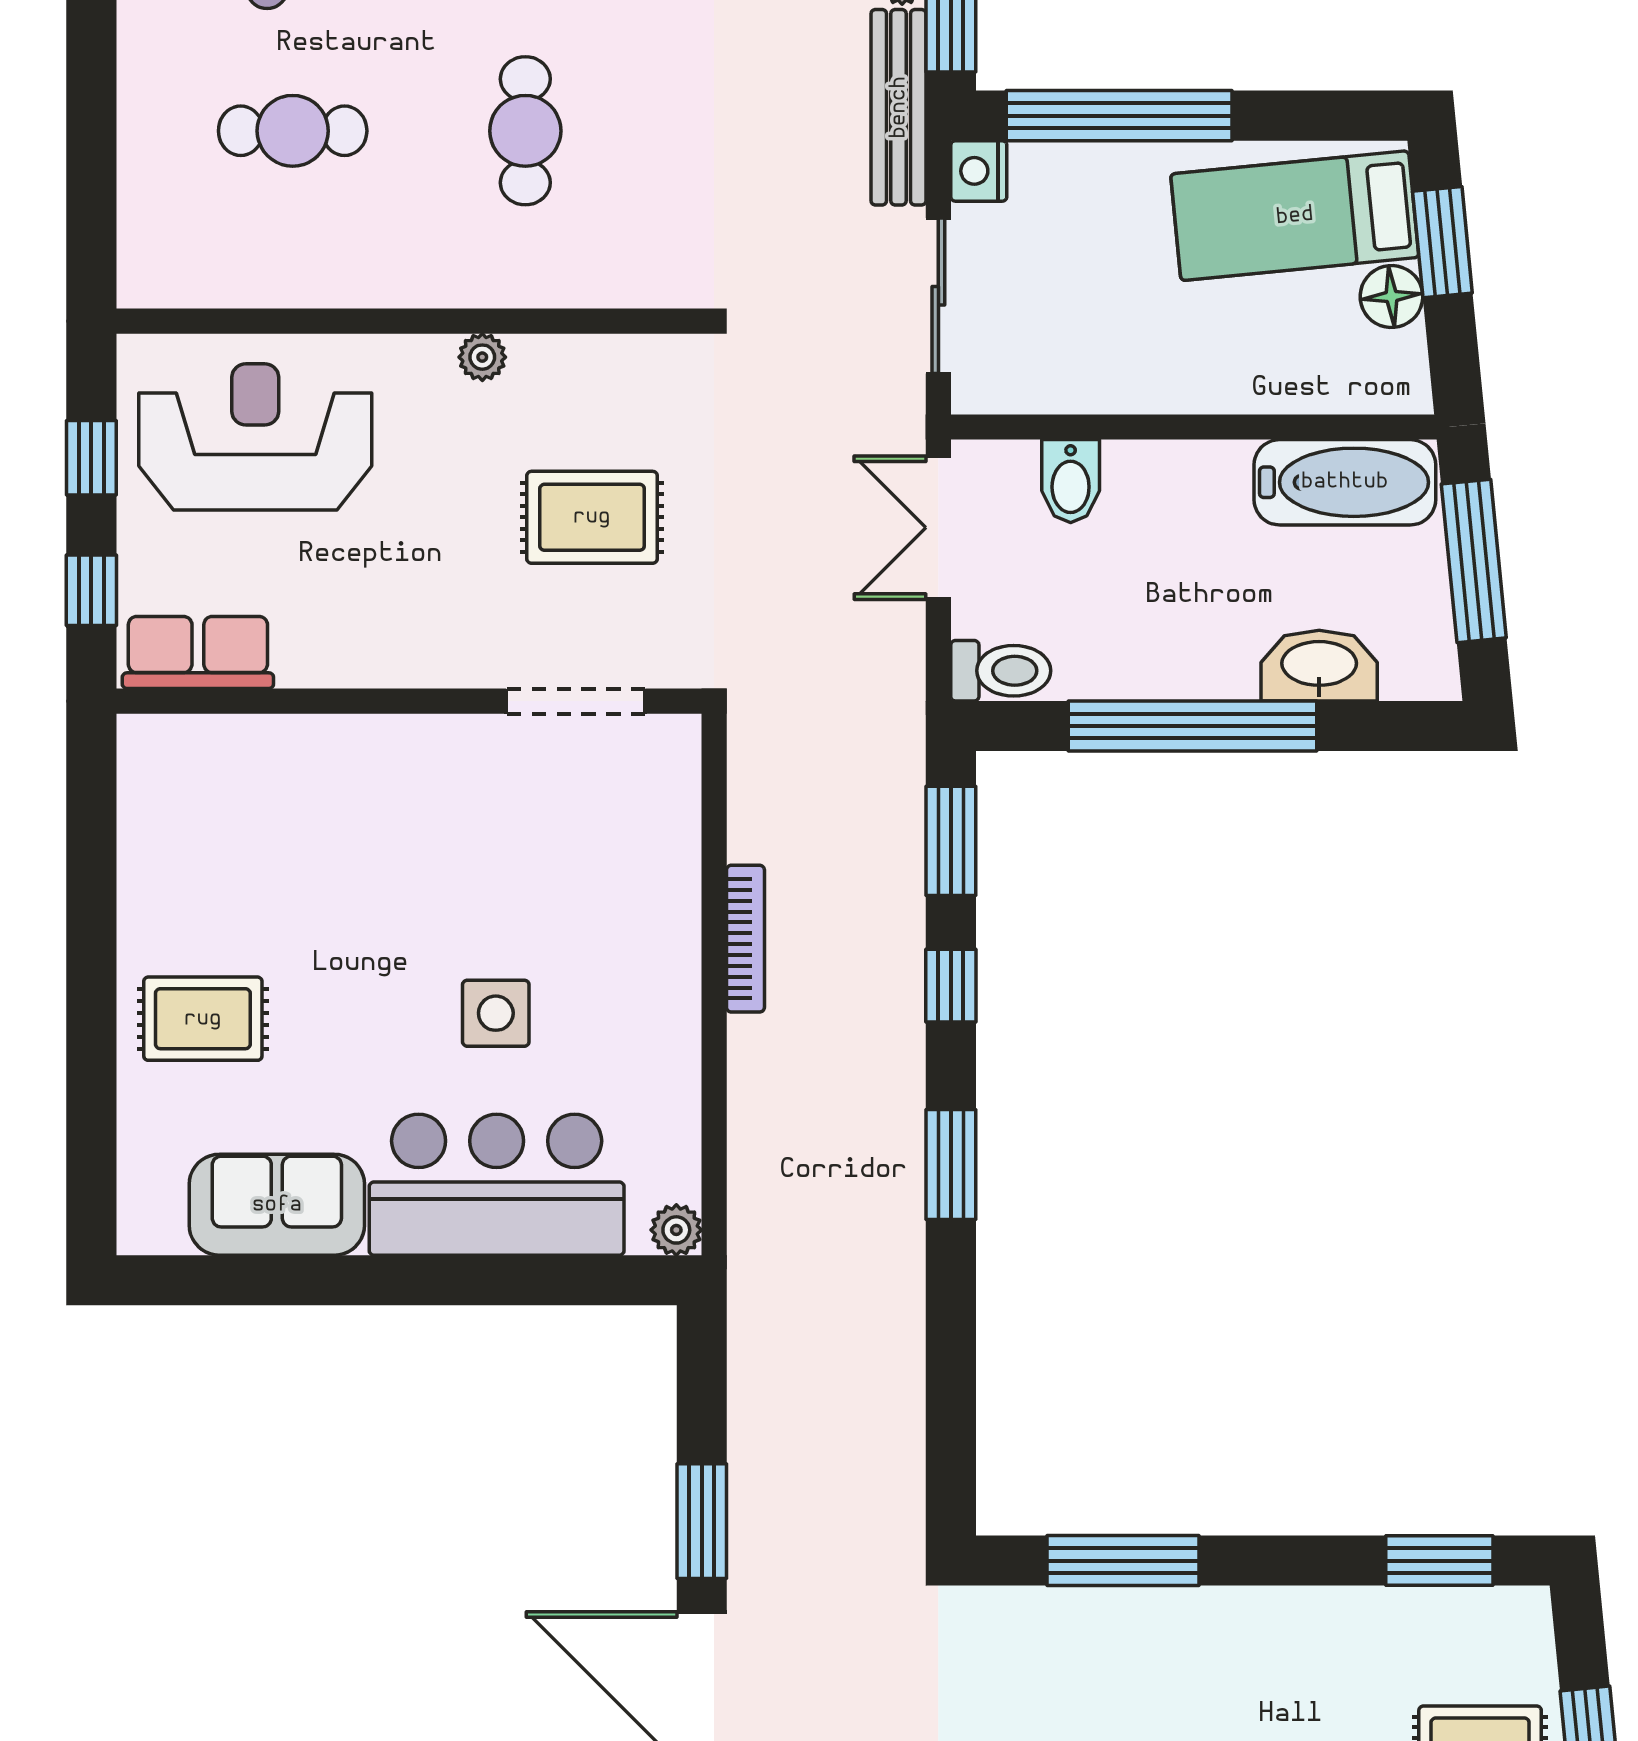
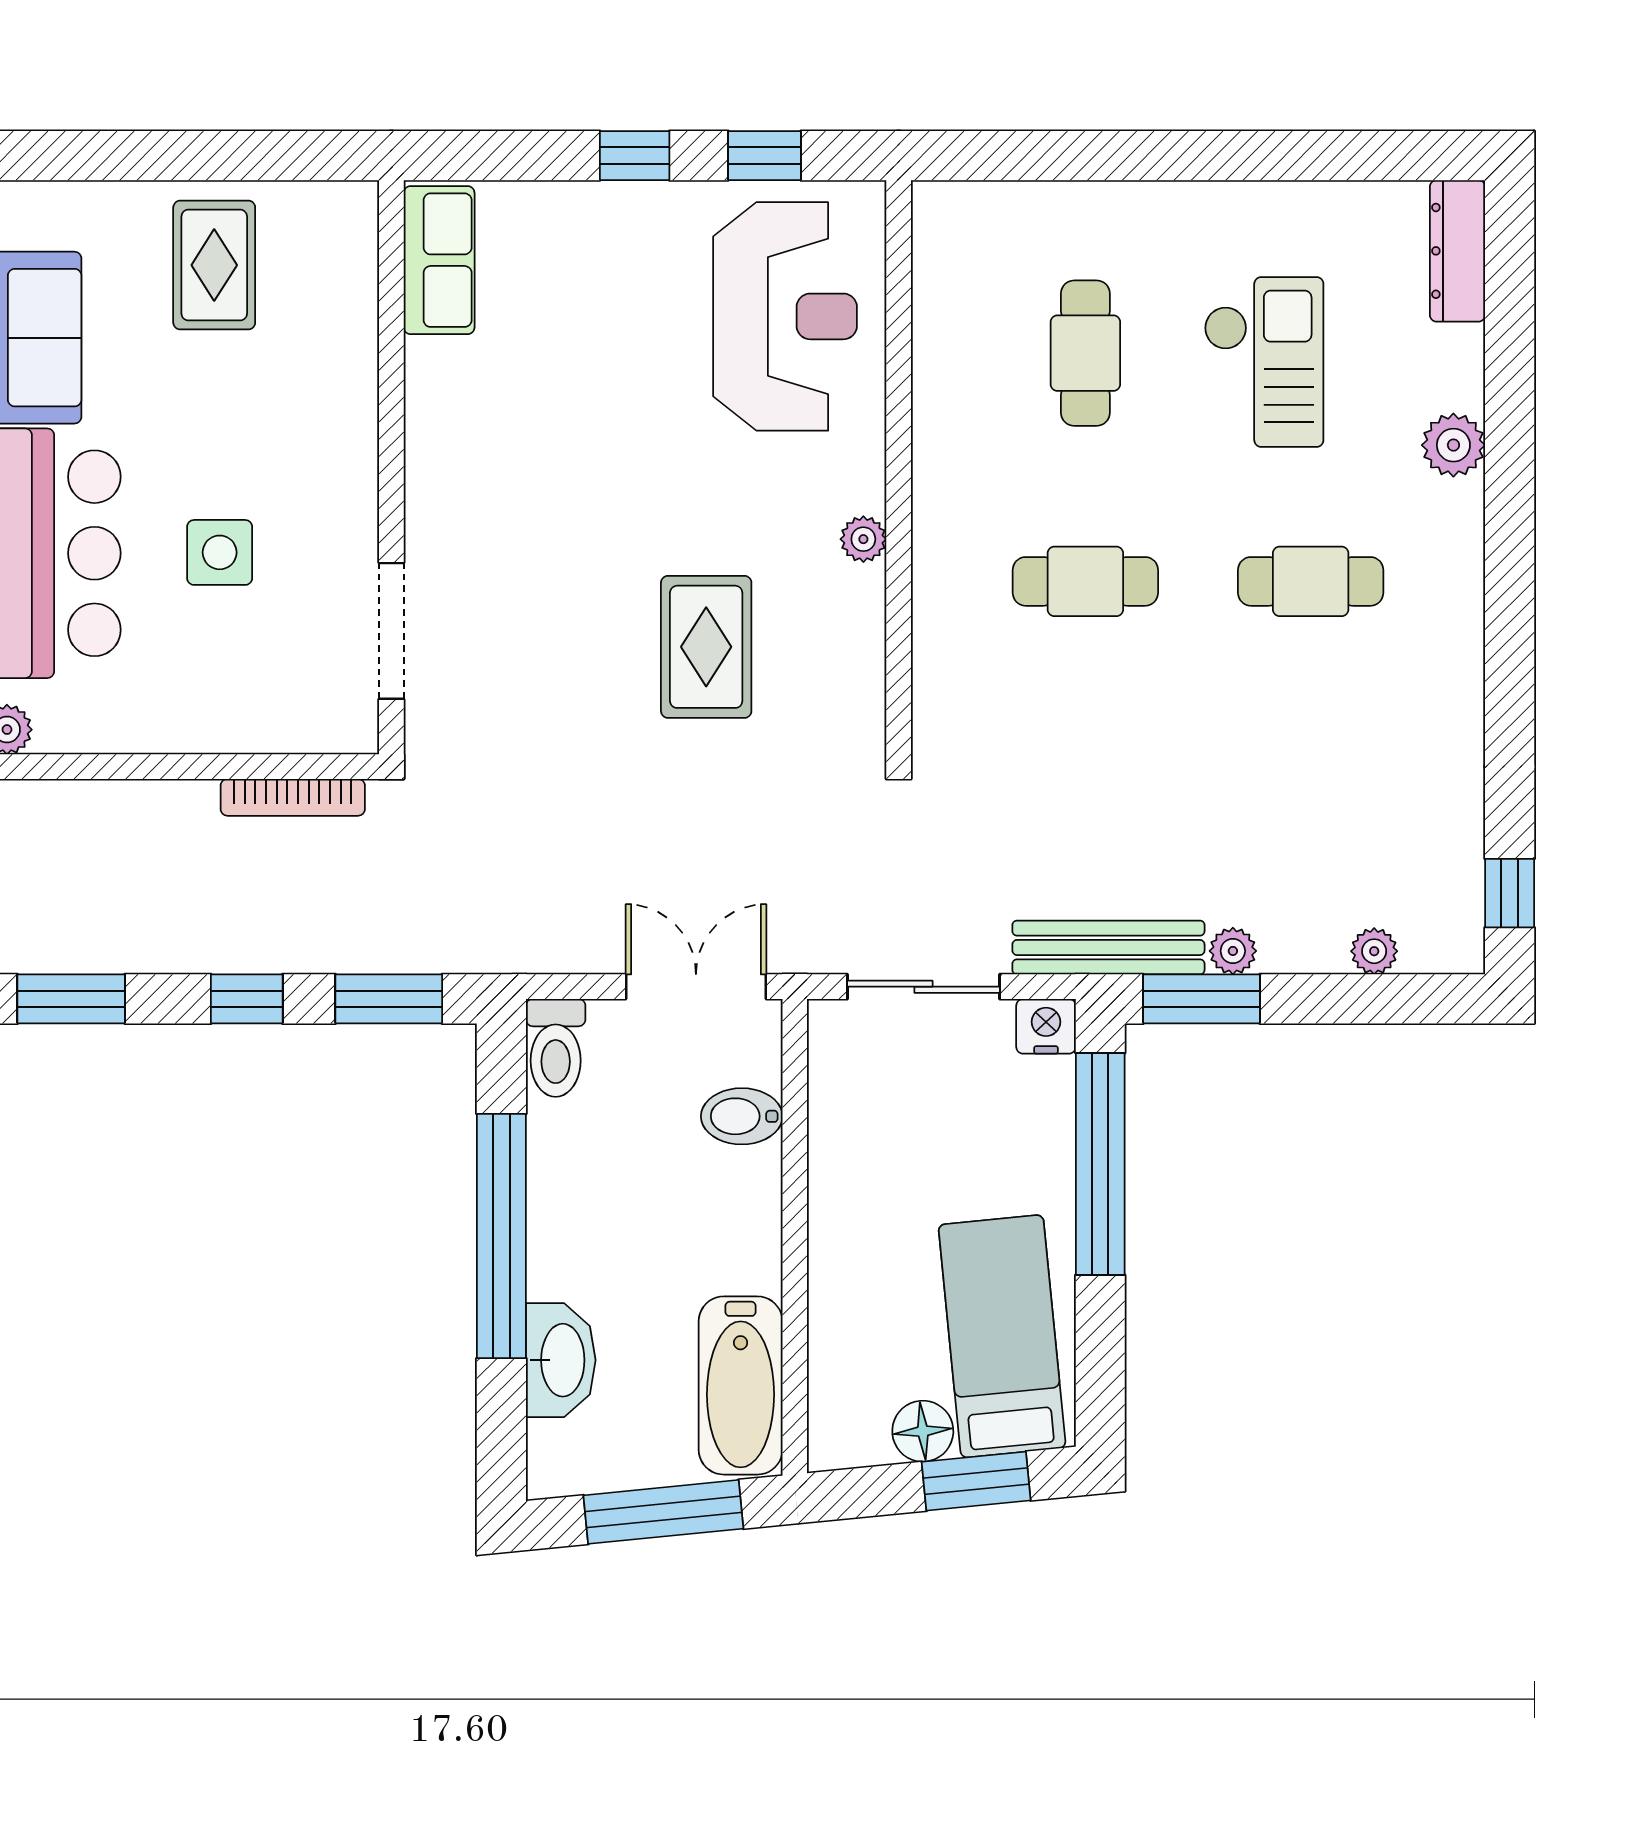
row of seats: (198, 652) -> (439, 260), moved
wall: (409, 701) -> (391, 467), moved
doorway: (576, 701) -> (391, 631), moved

